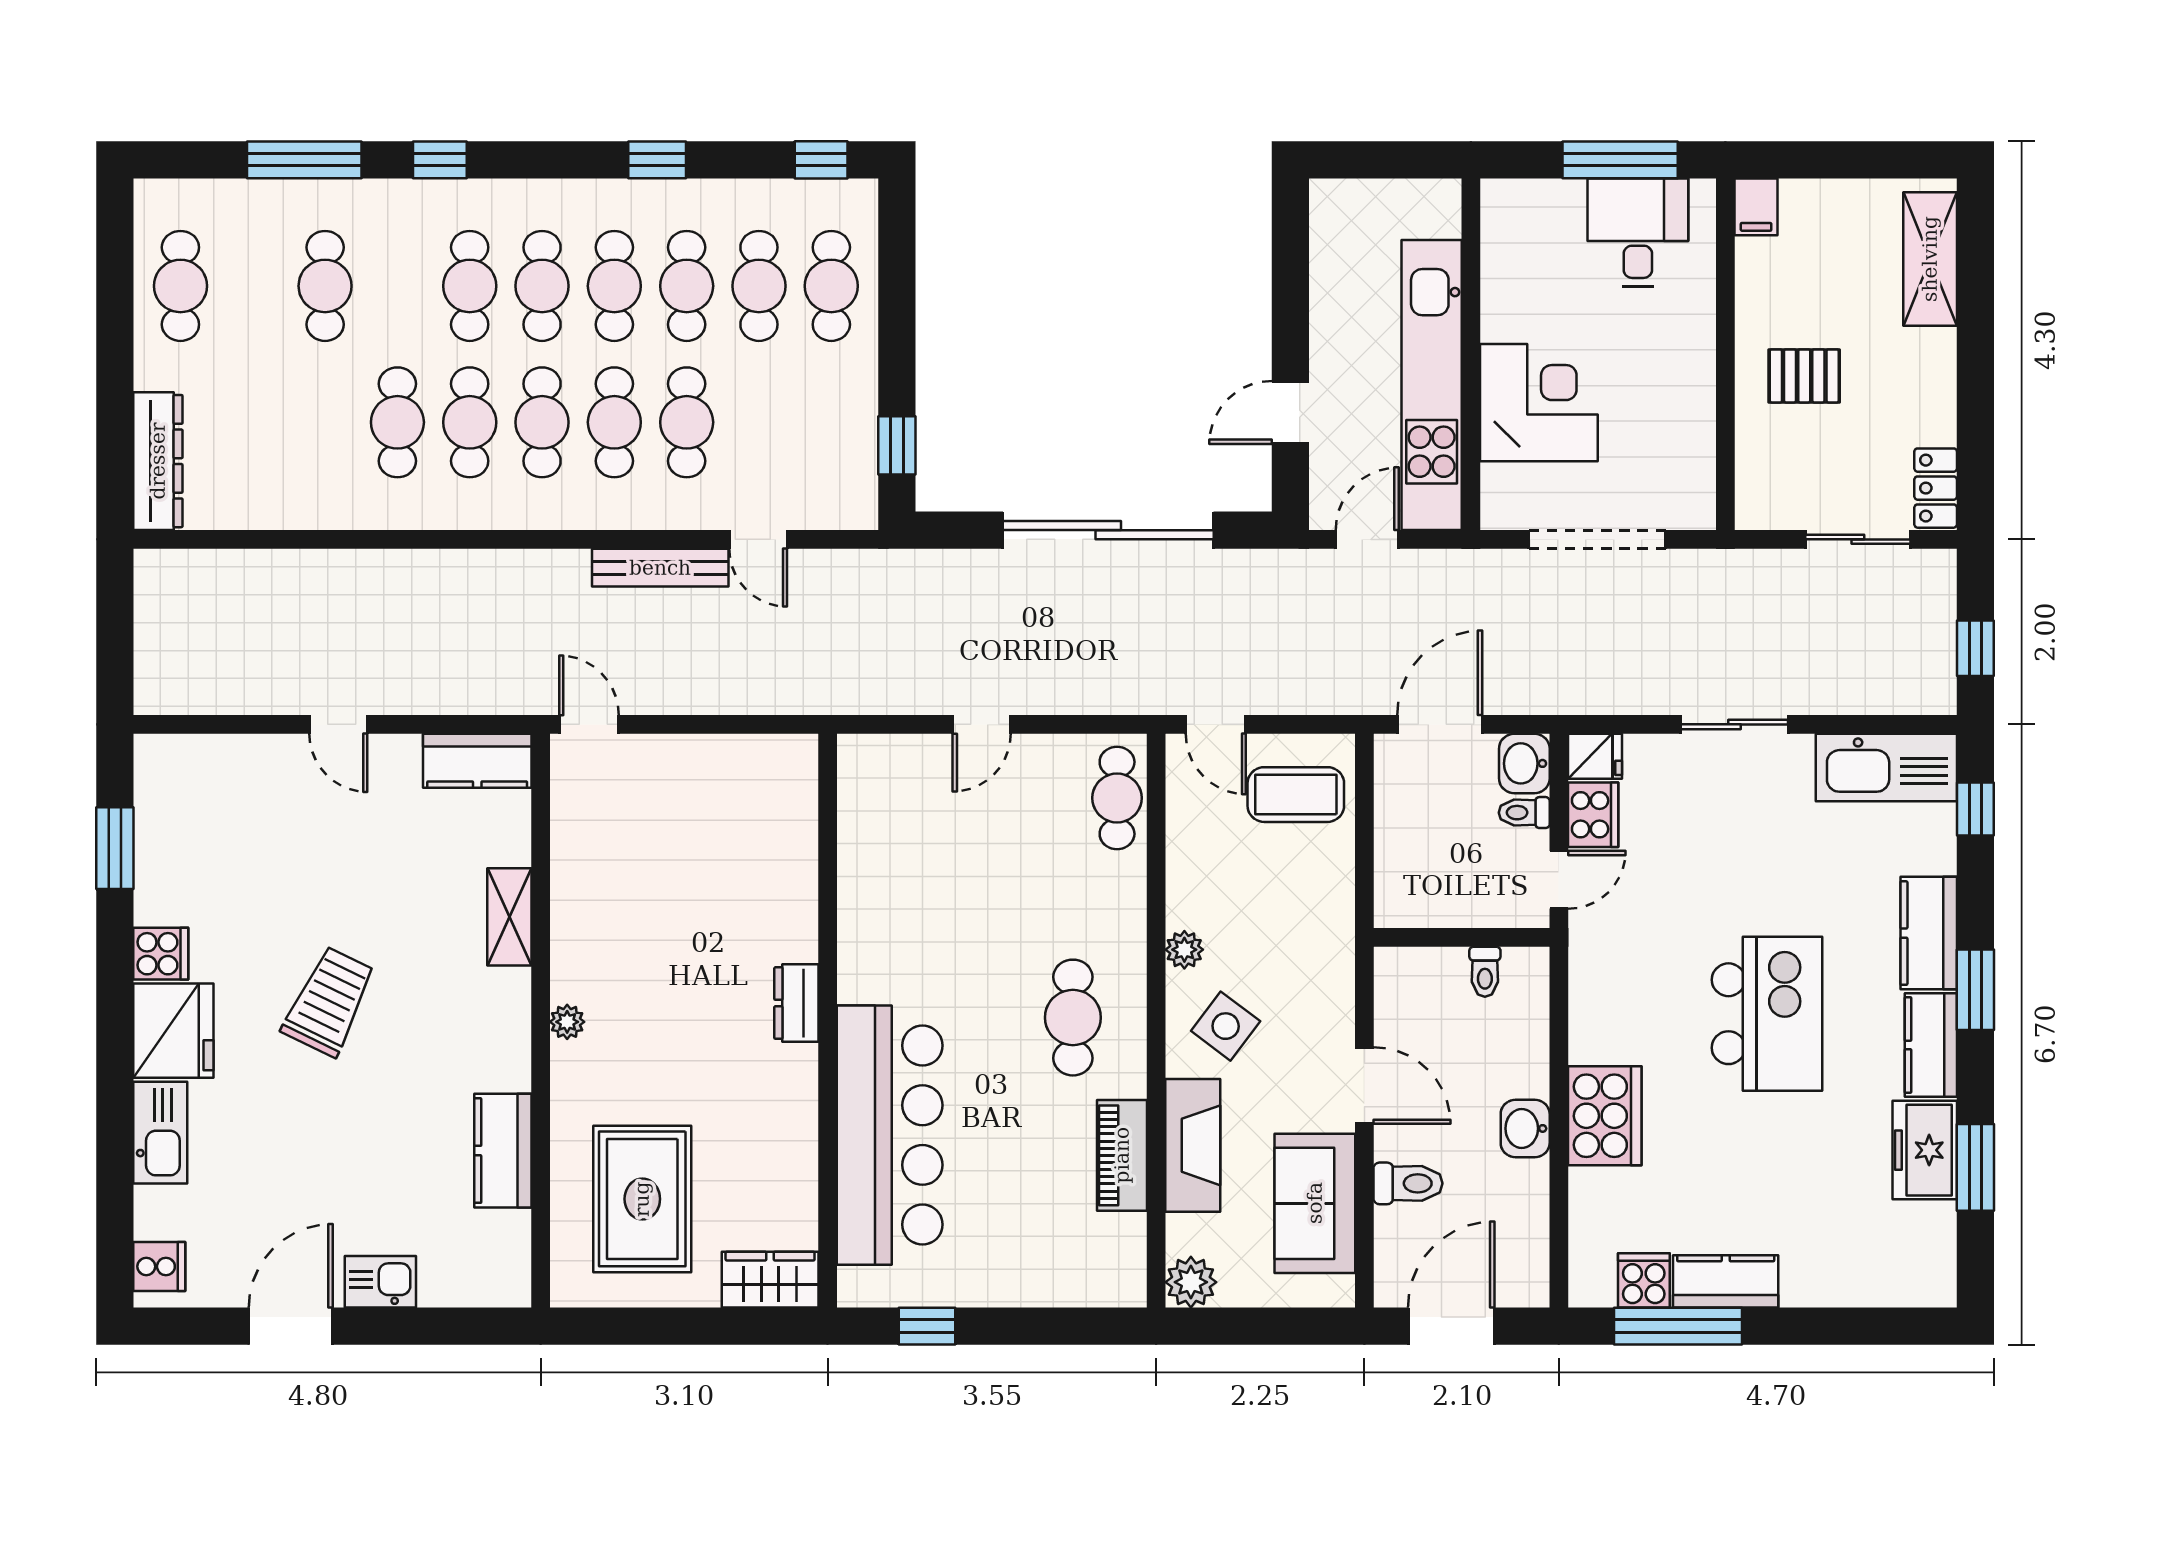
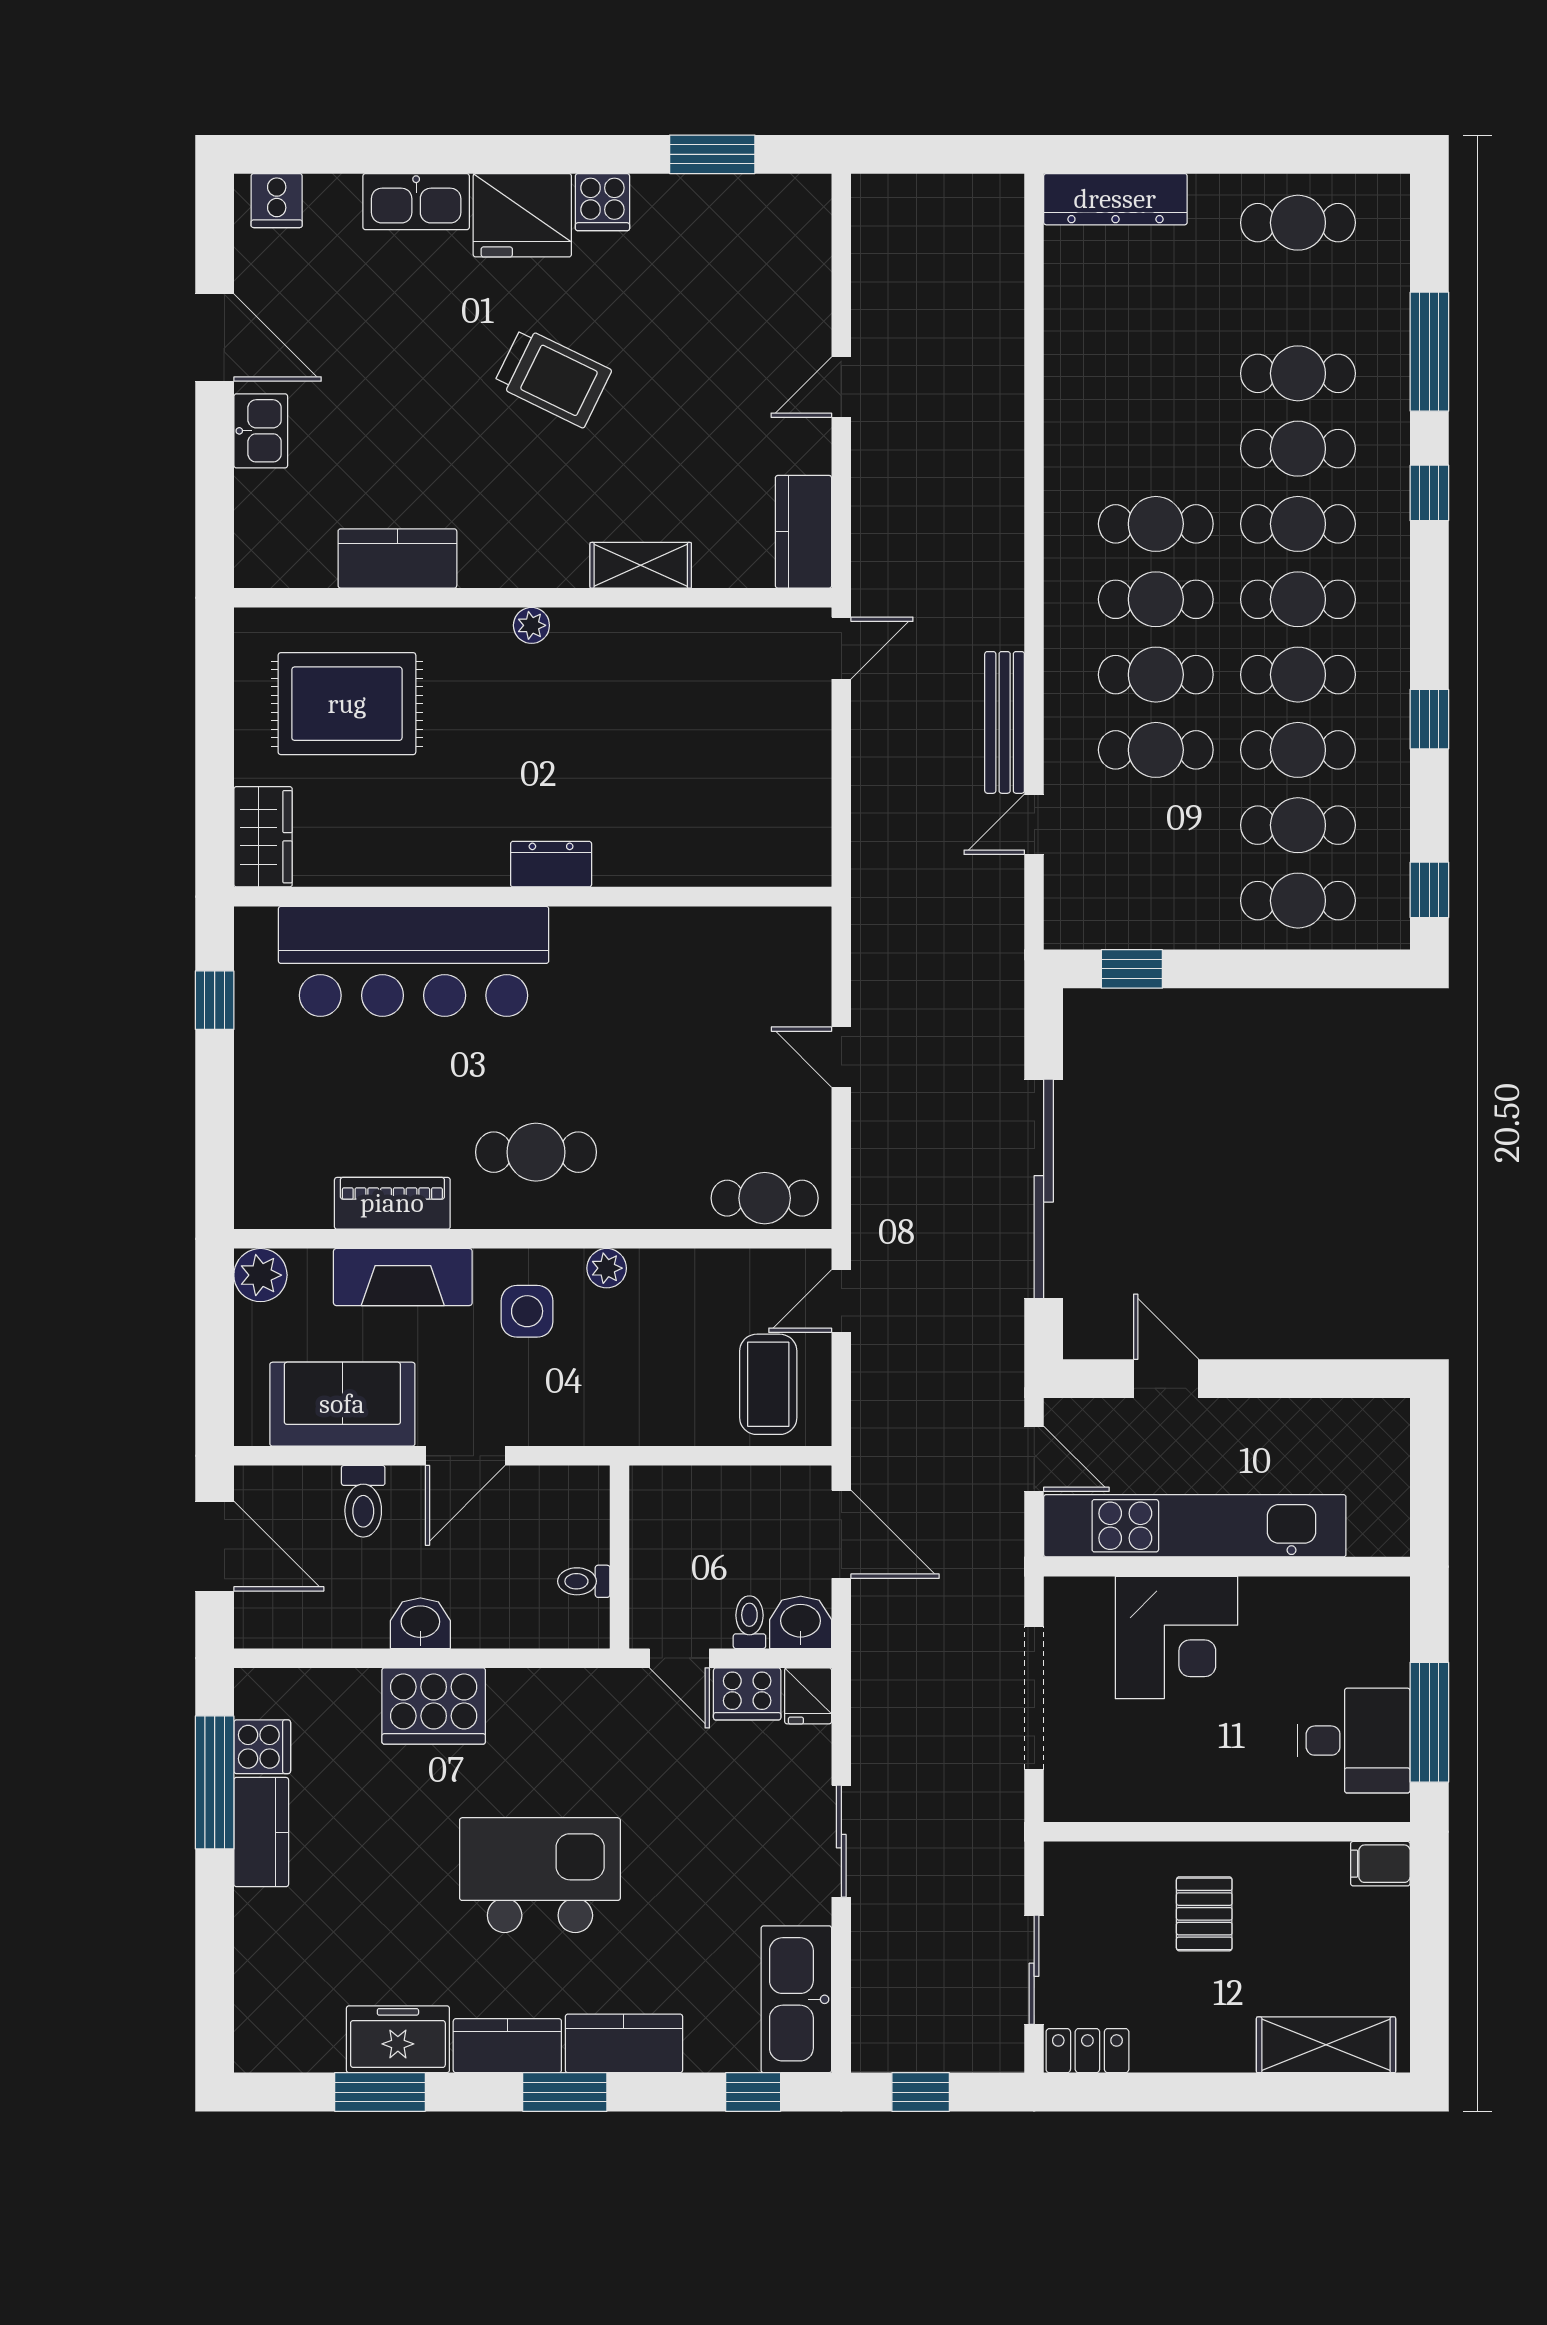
cafe table: (397, 422) -> (1298, 449), moved
kitchen island: (1767, 1014) -> (540, 1875), turned 180
side table: (1226, 1026) -> (527, 1311), turned -37

